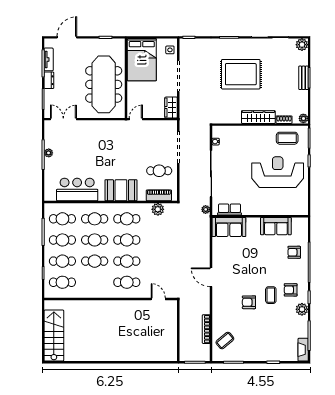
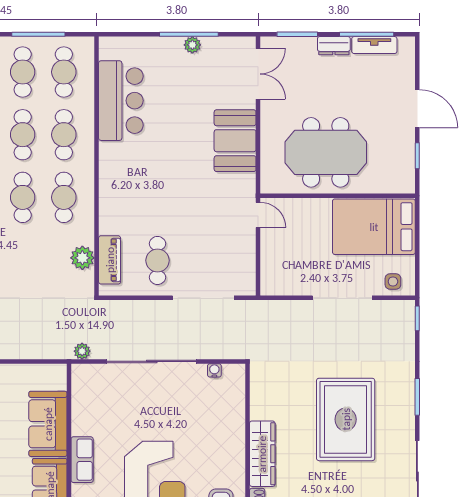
door: (67, 37) -> (417, 109), moved
meeting table: (104, 84) -> (326, 152), width x0.73
wardrobe: (171, 108) -> (281, 284), removed
booth: (121, 190) -> (235, 141), moved
row of seats: (229, 209) -> (82, 460), moved
sofa: (229, 227) -> (48, 424), moved

